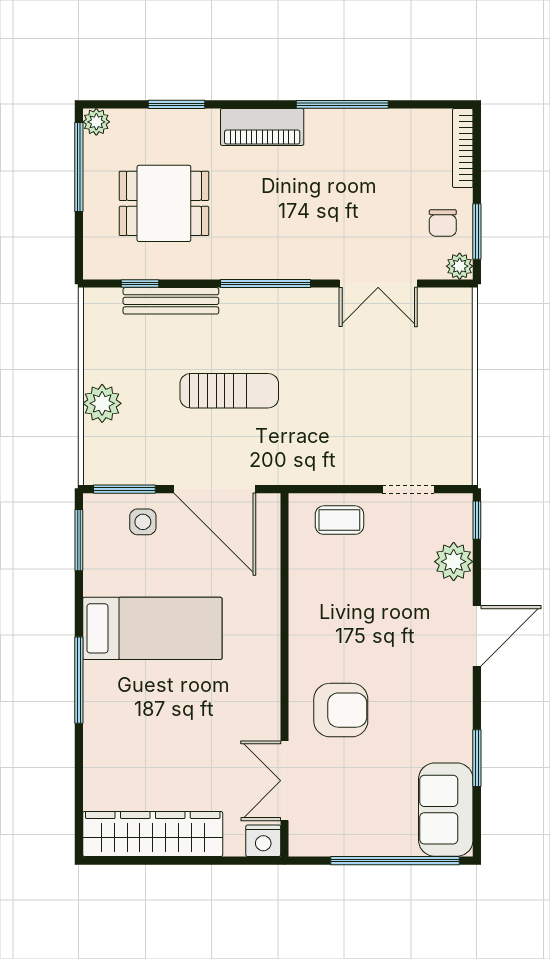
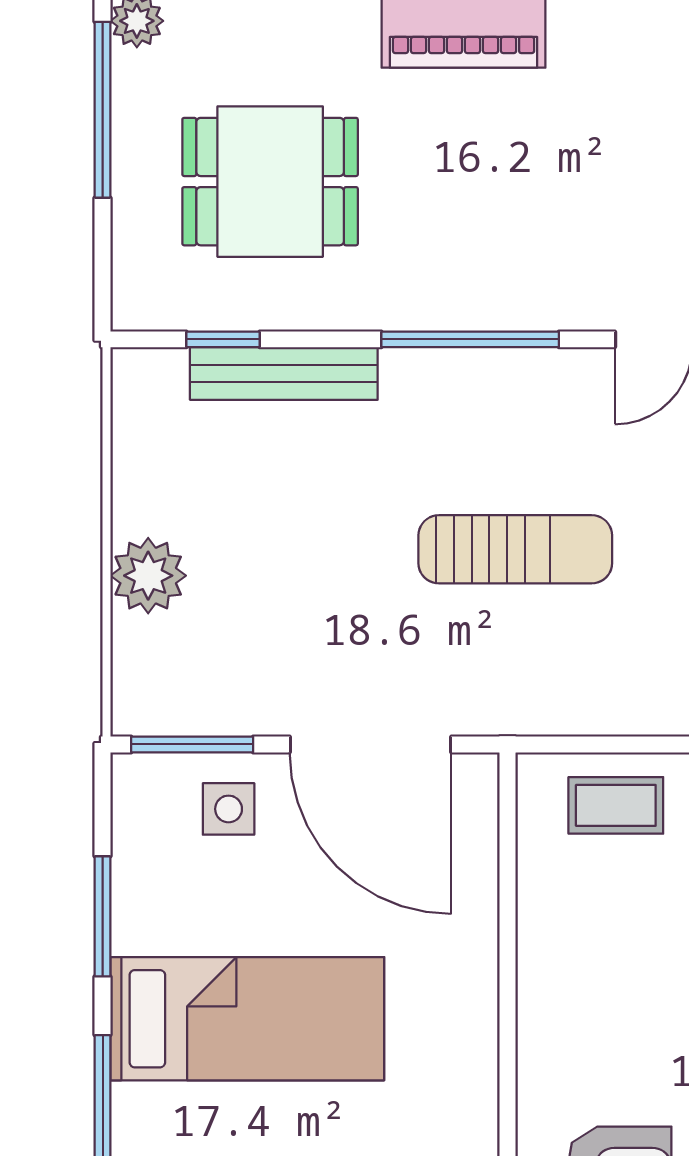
sun lounger: (229, 391) -> (515, 549), moved
window: (79, 540) -> (103, 916), moved

